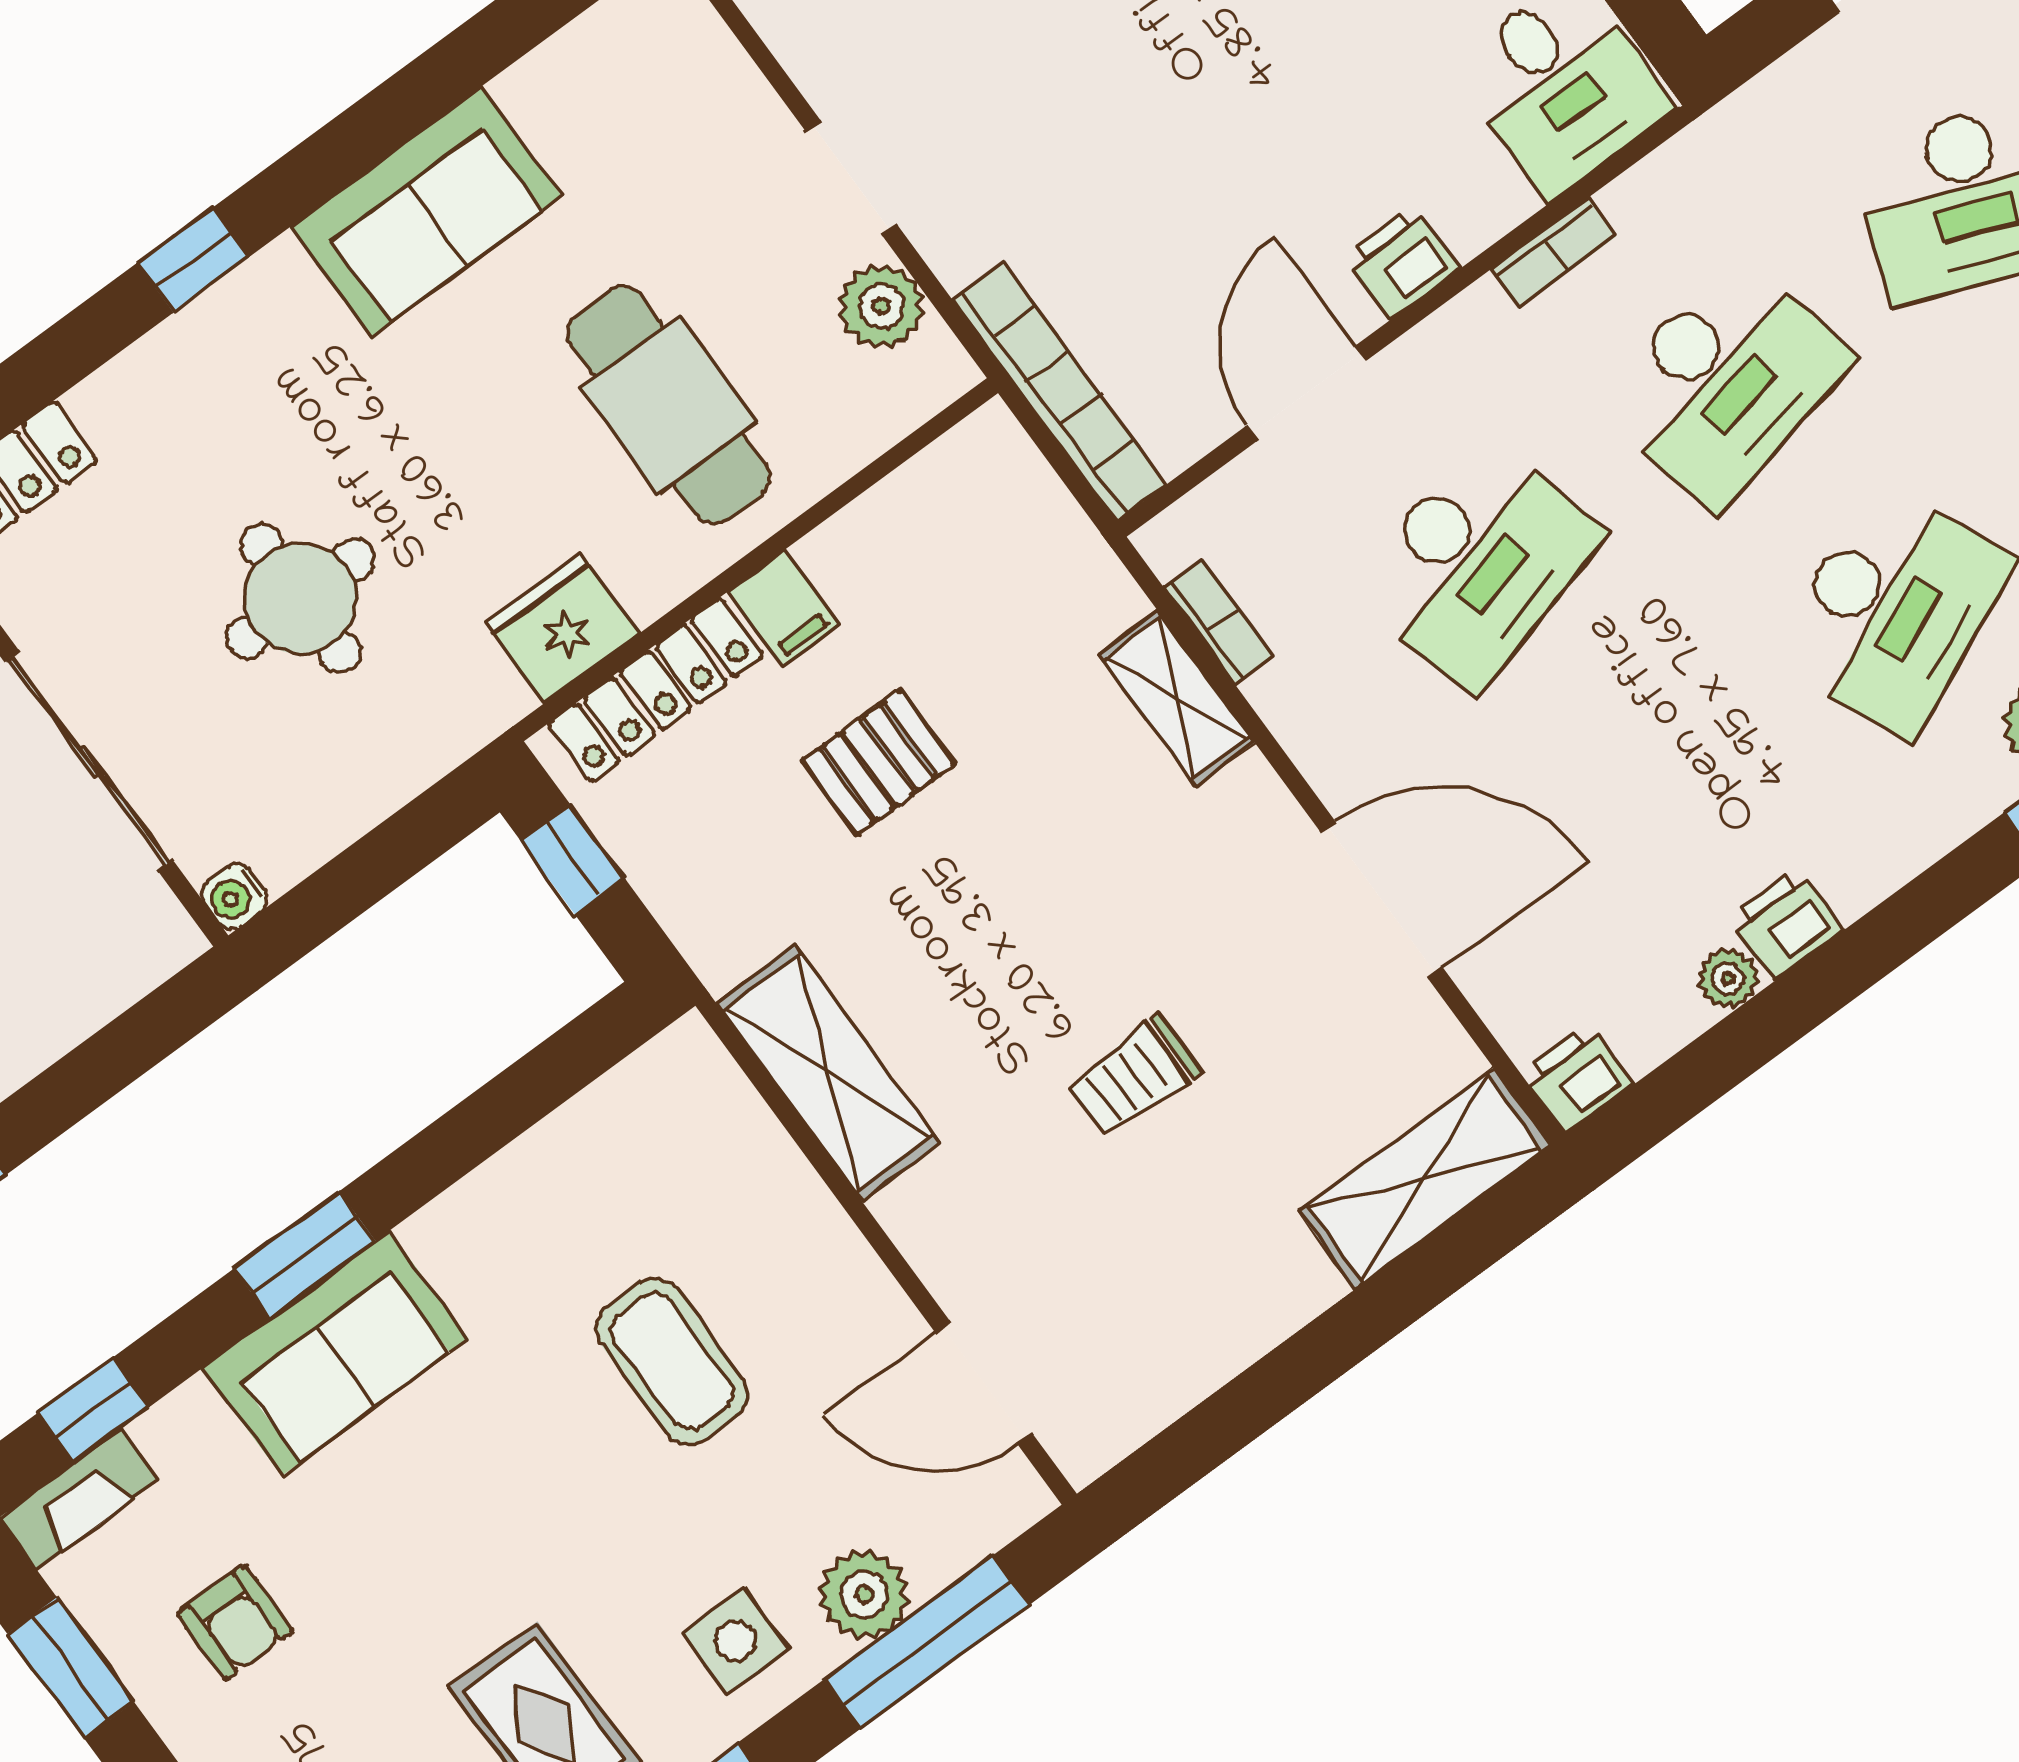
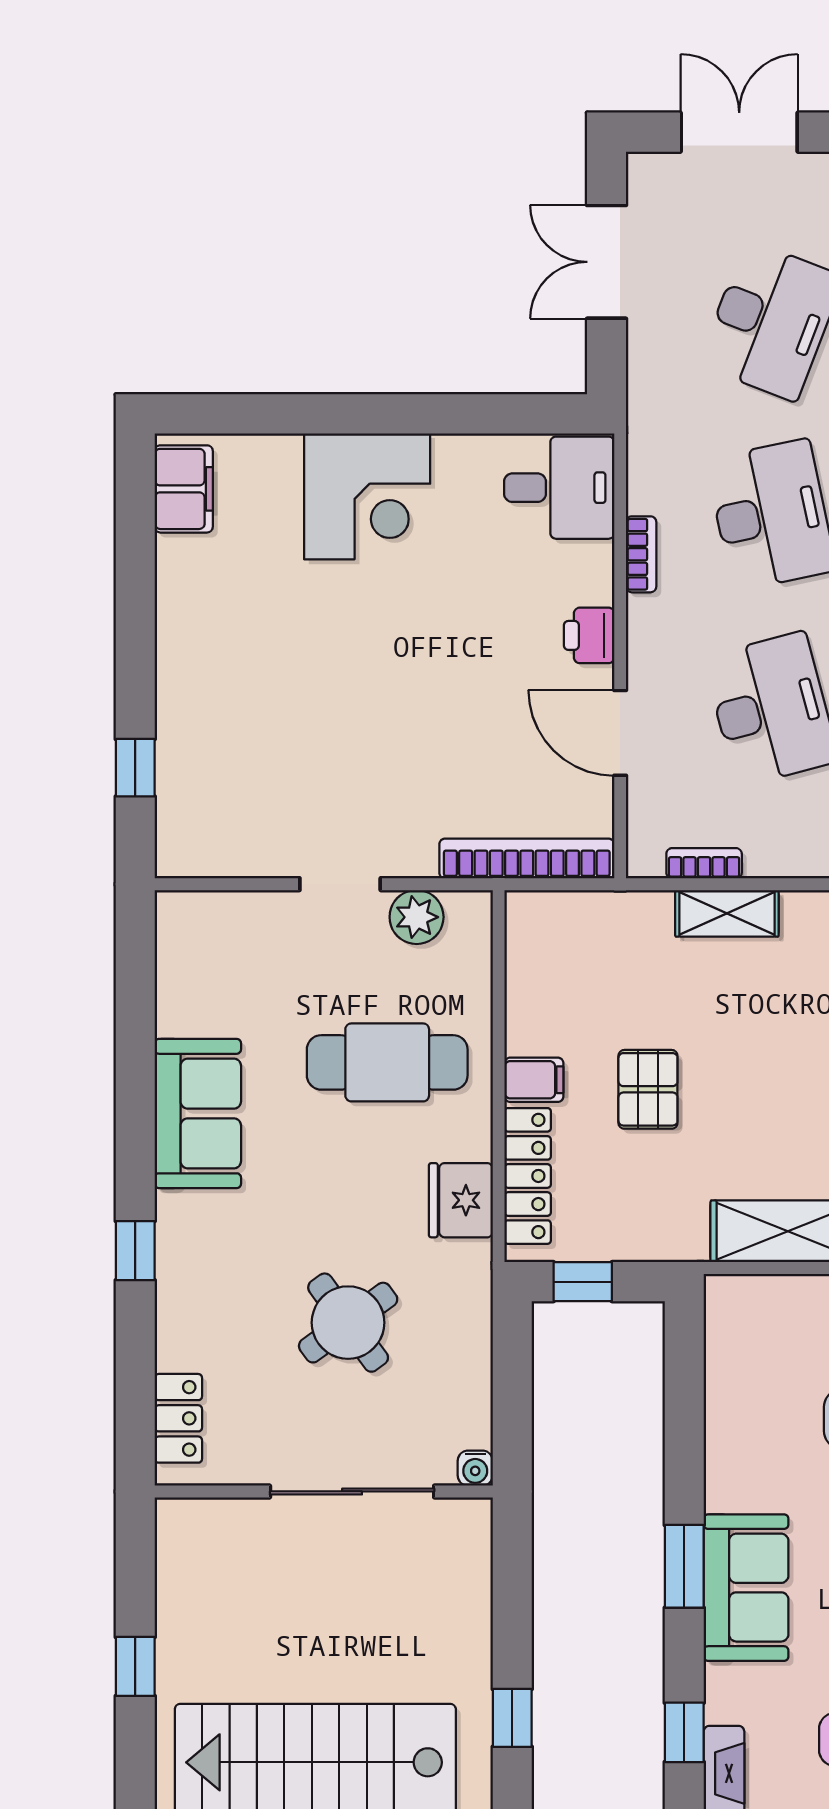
round table: (301, 598) -> (348, 1323), turned -36

